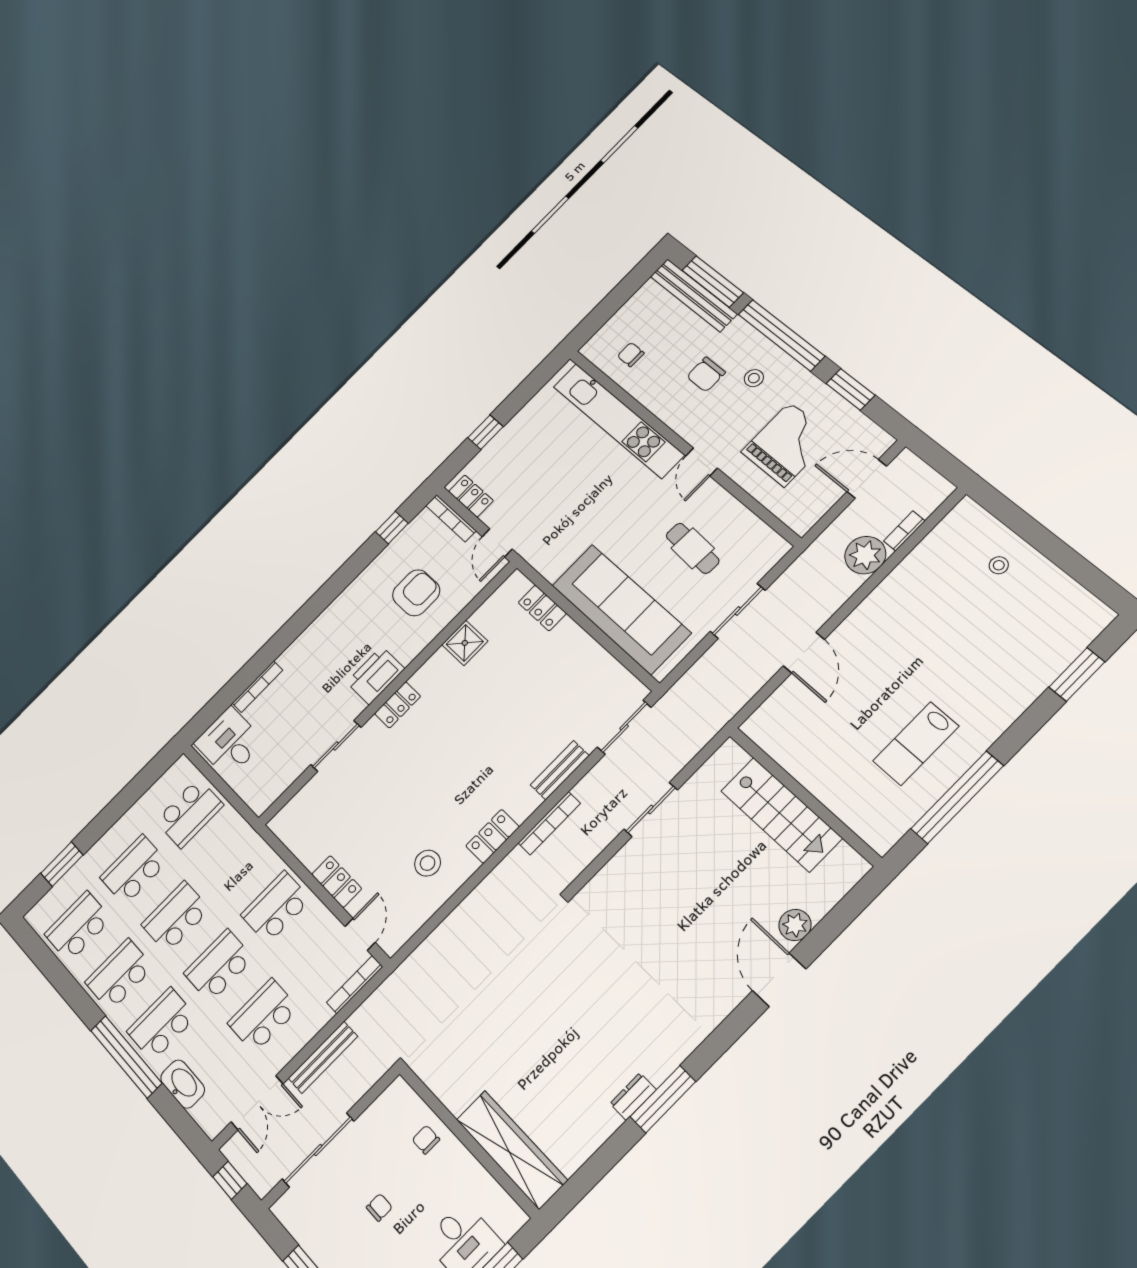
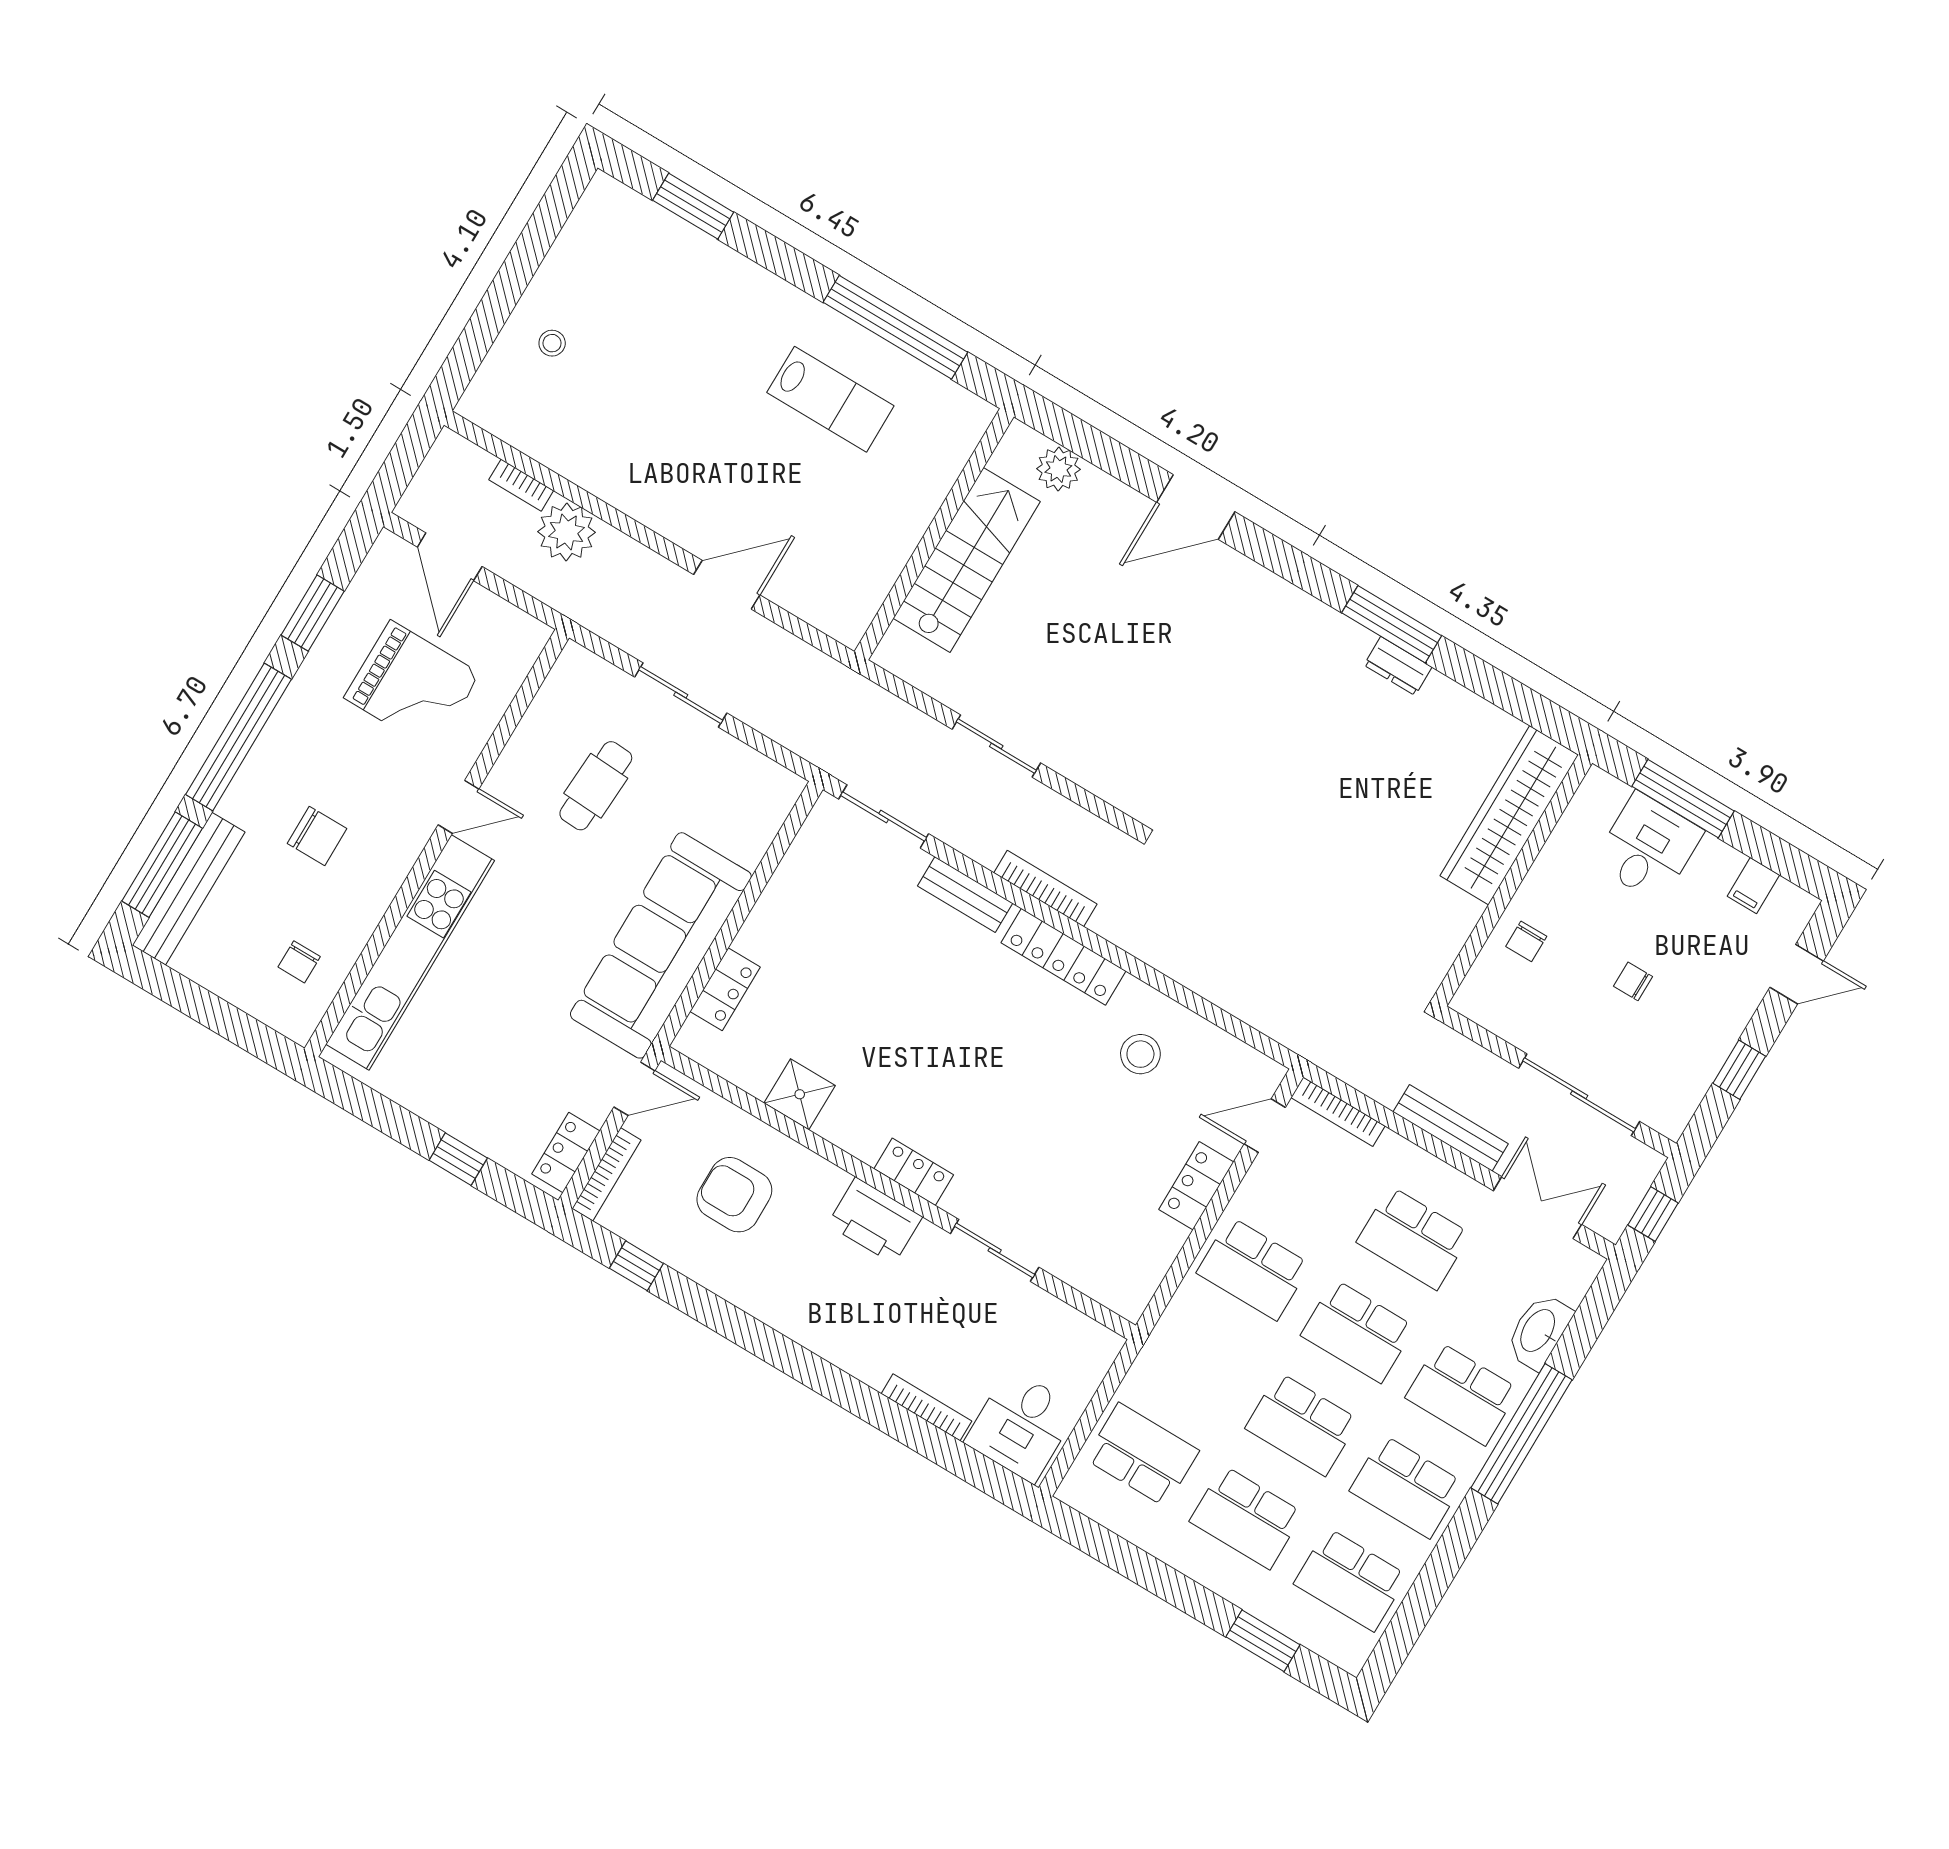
stool: (754, 378) -> (313, 761), removed
grand piano: (787, 444) -> (412, 686), turned 180
sofa: (621, 609) -> (661, 945), moved
locker: (493, 836) -> (1063, 957), width x1.53
plant: (795, 925) -> (1058, 469), moved

